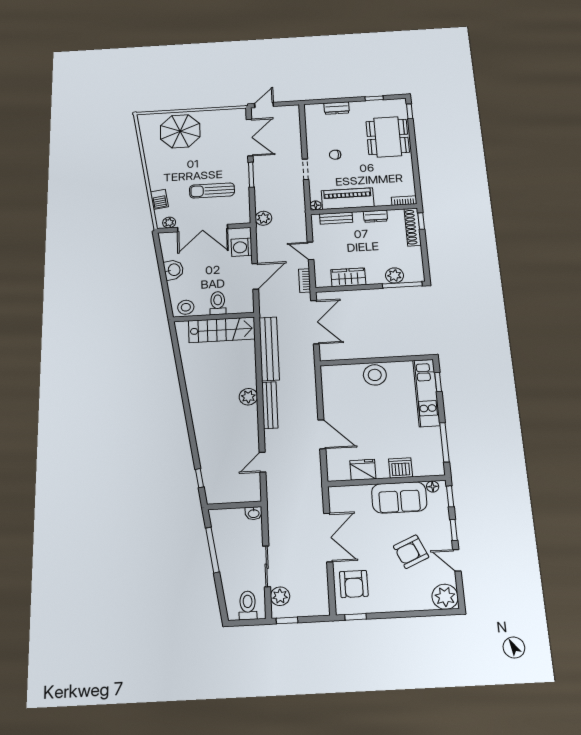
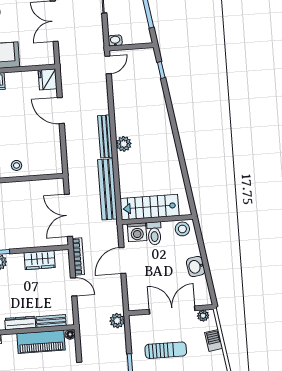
dresser: (375, 216) -> (20, 323), width x1.44
washing machine: (242, 247) -> (137, 232), moved, turned 90
bookcase: (305, 281) -> (78, 256), width x1.56
stool: (375, 375) -> (16, 165), width x0.53, depth x0.53
door: (262, 462) -> (108, 65), moved
fridge: (363, 470) -> (48, 79), moved, turned 90

